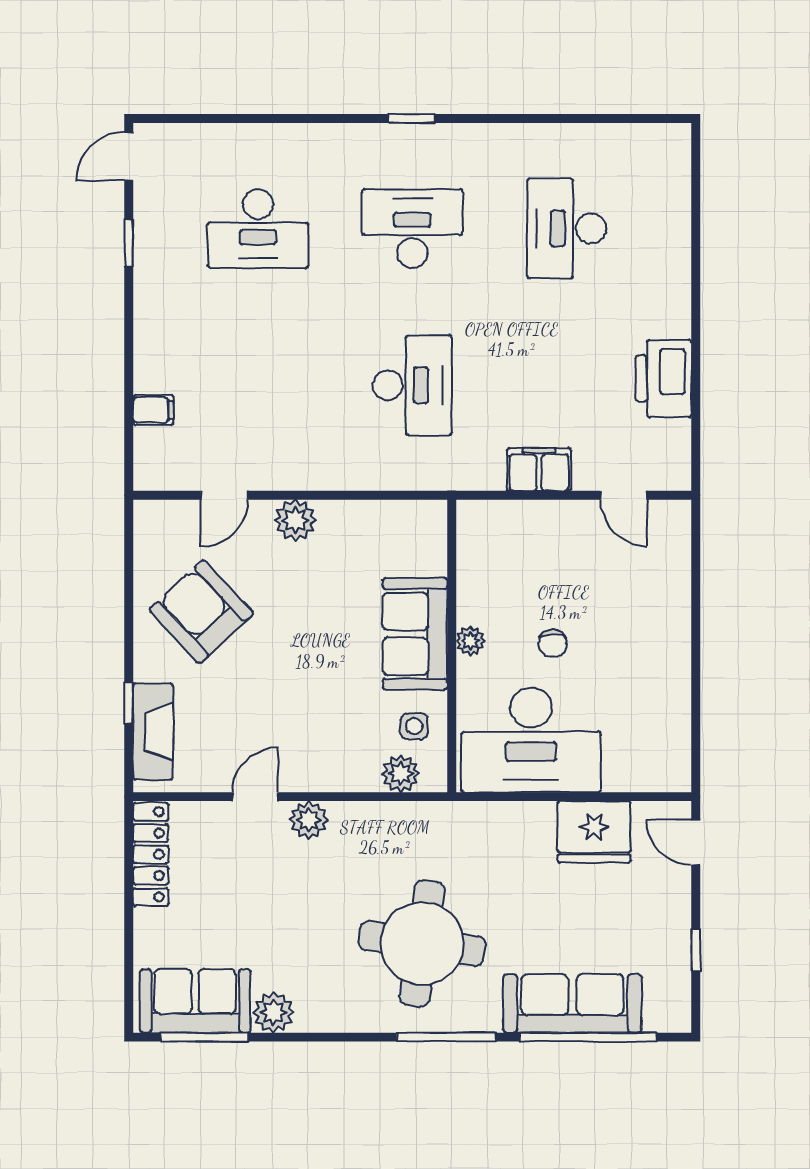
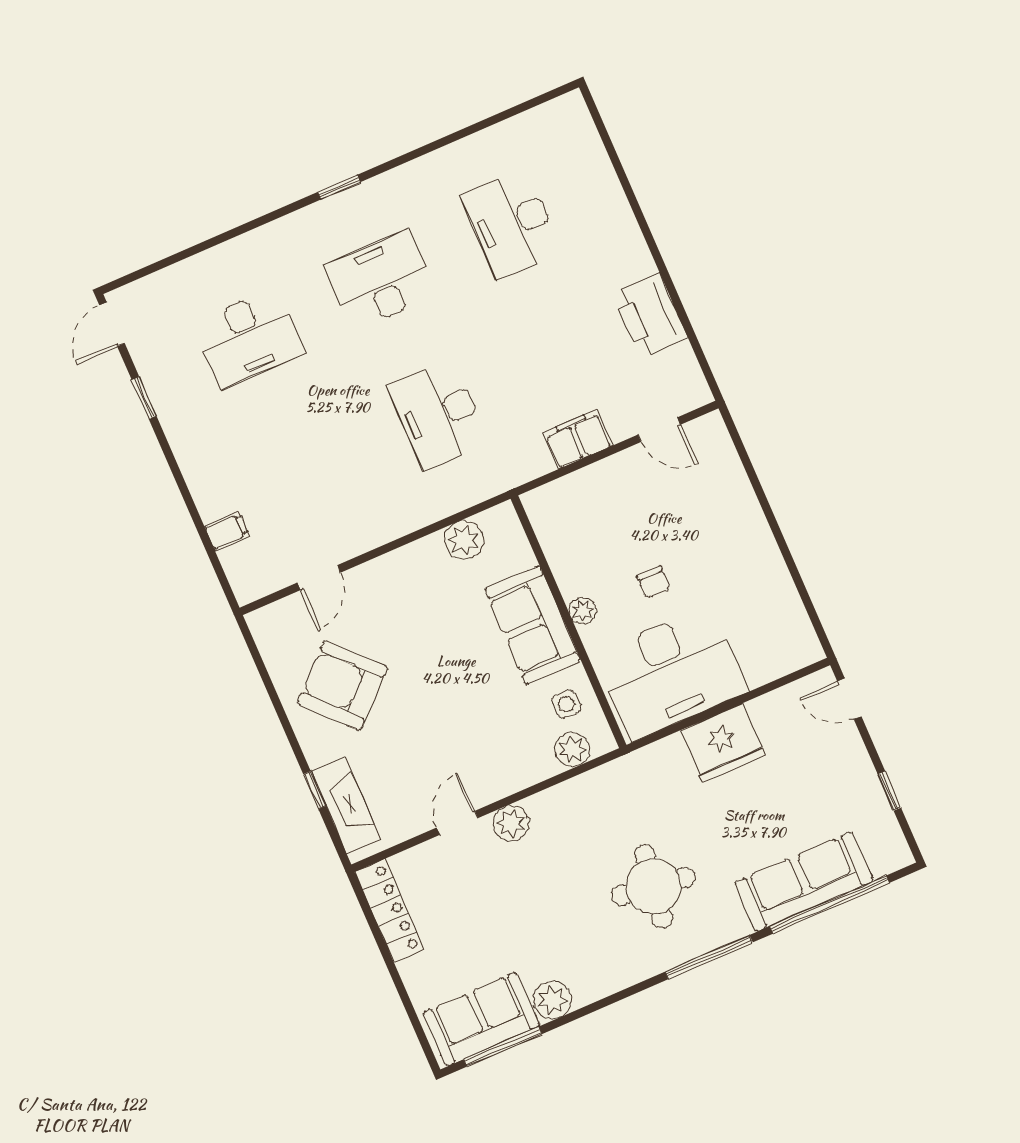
desk: (412, 385) -> (438, 414), turned 180
plant: (295, 520) -> (464, 540), moved
fridge: (594, 832) -> (723, 743), moved
round table: (422, 943) -> (653, 886), width x0.73, depth x0.73

